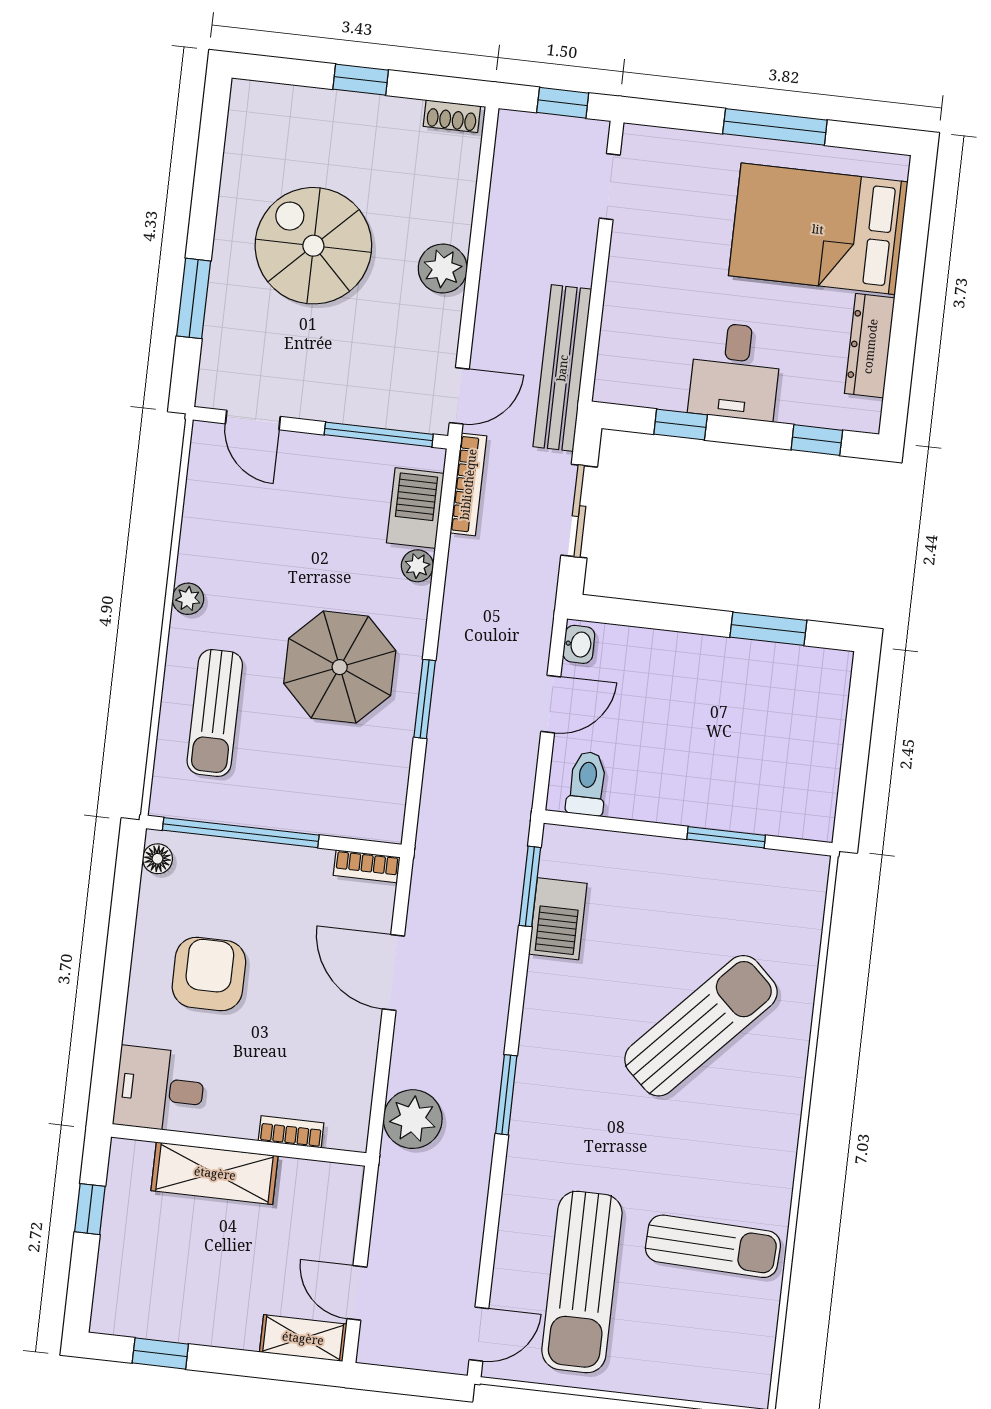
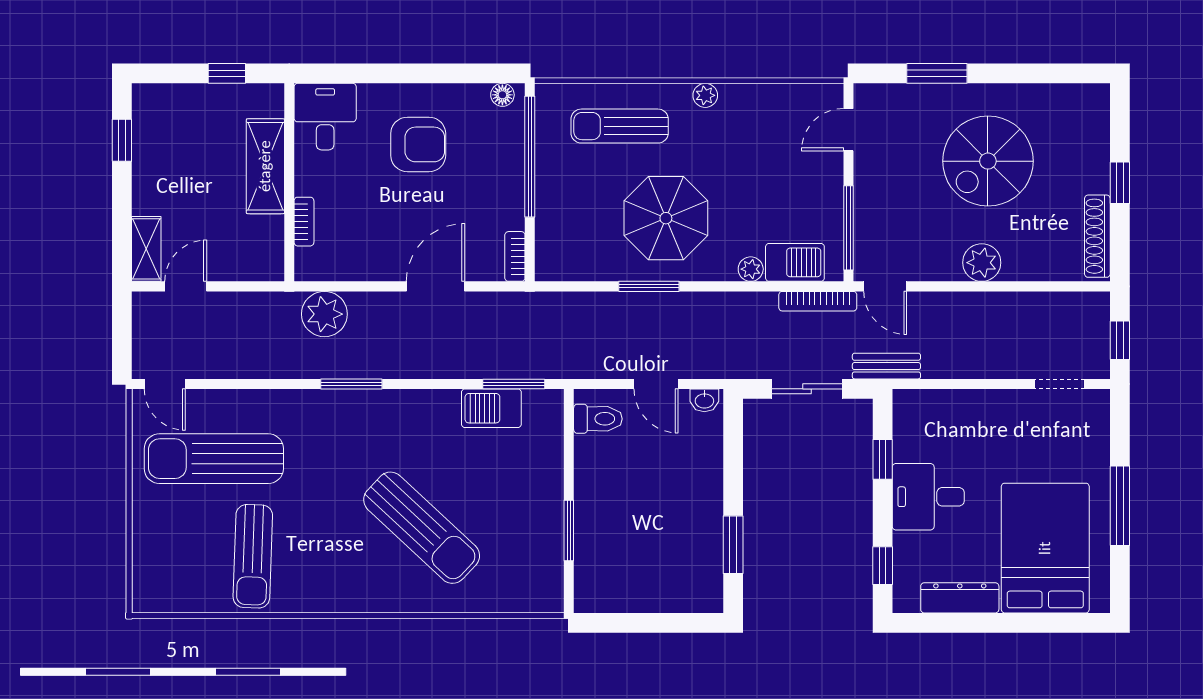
shoe rack: (452, 116) -> (1097, 236), width x1.94, depth x1.24
spiral stairs: (313, 246) -> (988, 161), turned 180
bench: (562, 368) -> (886, 366), width x0.54, depth x0.82

